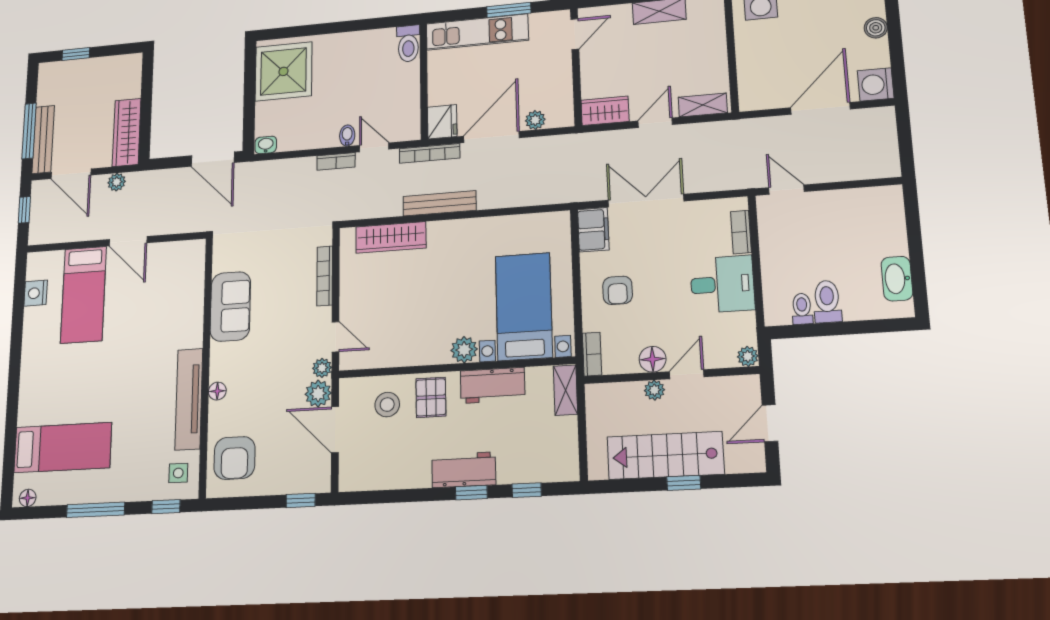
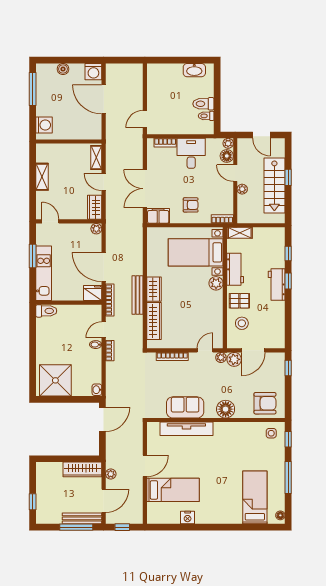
plant: (535, 120) -> (96, 229), moved
wardrobe: (451, 233) -> (154, 289), added
nightstand: (36, 293) -> (188, 518), moved
floor lamp: (653, 359) -> (227, 156), moved
floor lamp: (217, 391) -> (226, 409), width x1.89, depth x1.89
tv unit: (189, 399) -> (186, 429), moved

